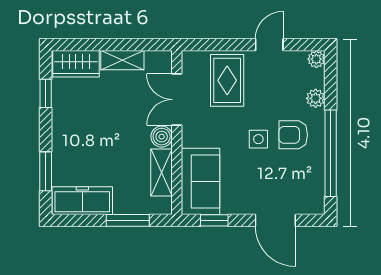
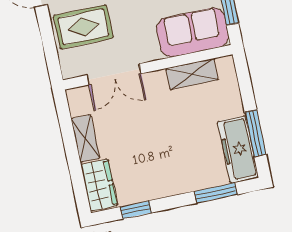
boiler: (162, 137) -> (155, 82), removed
window: (128, 220) -> (255, 133), moved

